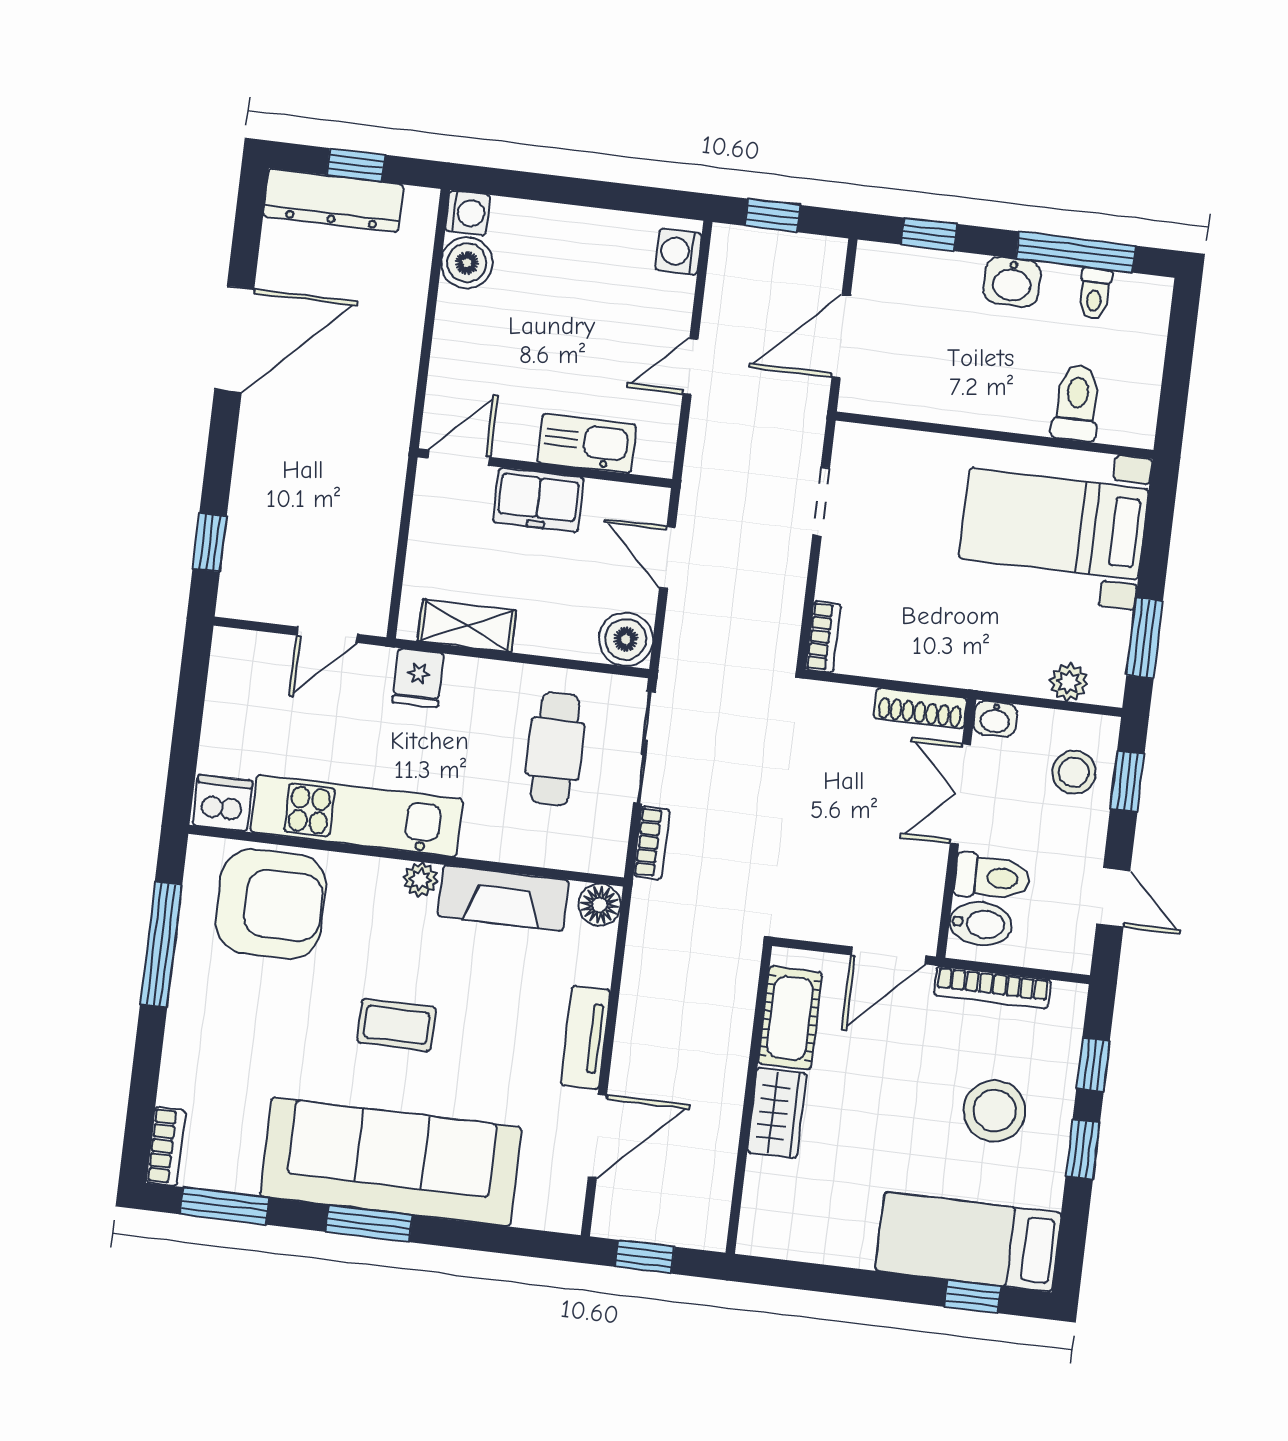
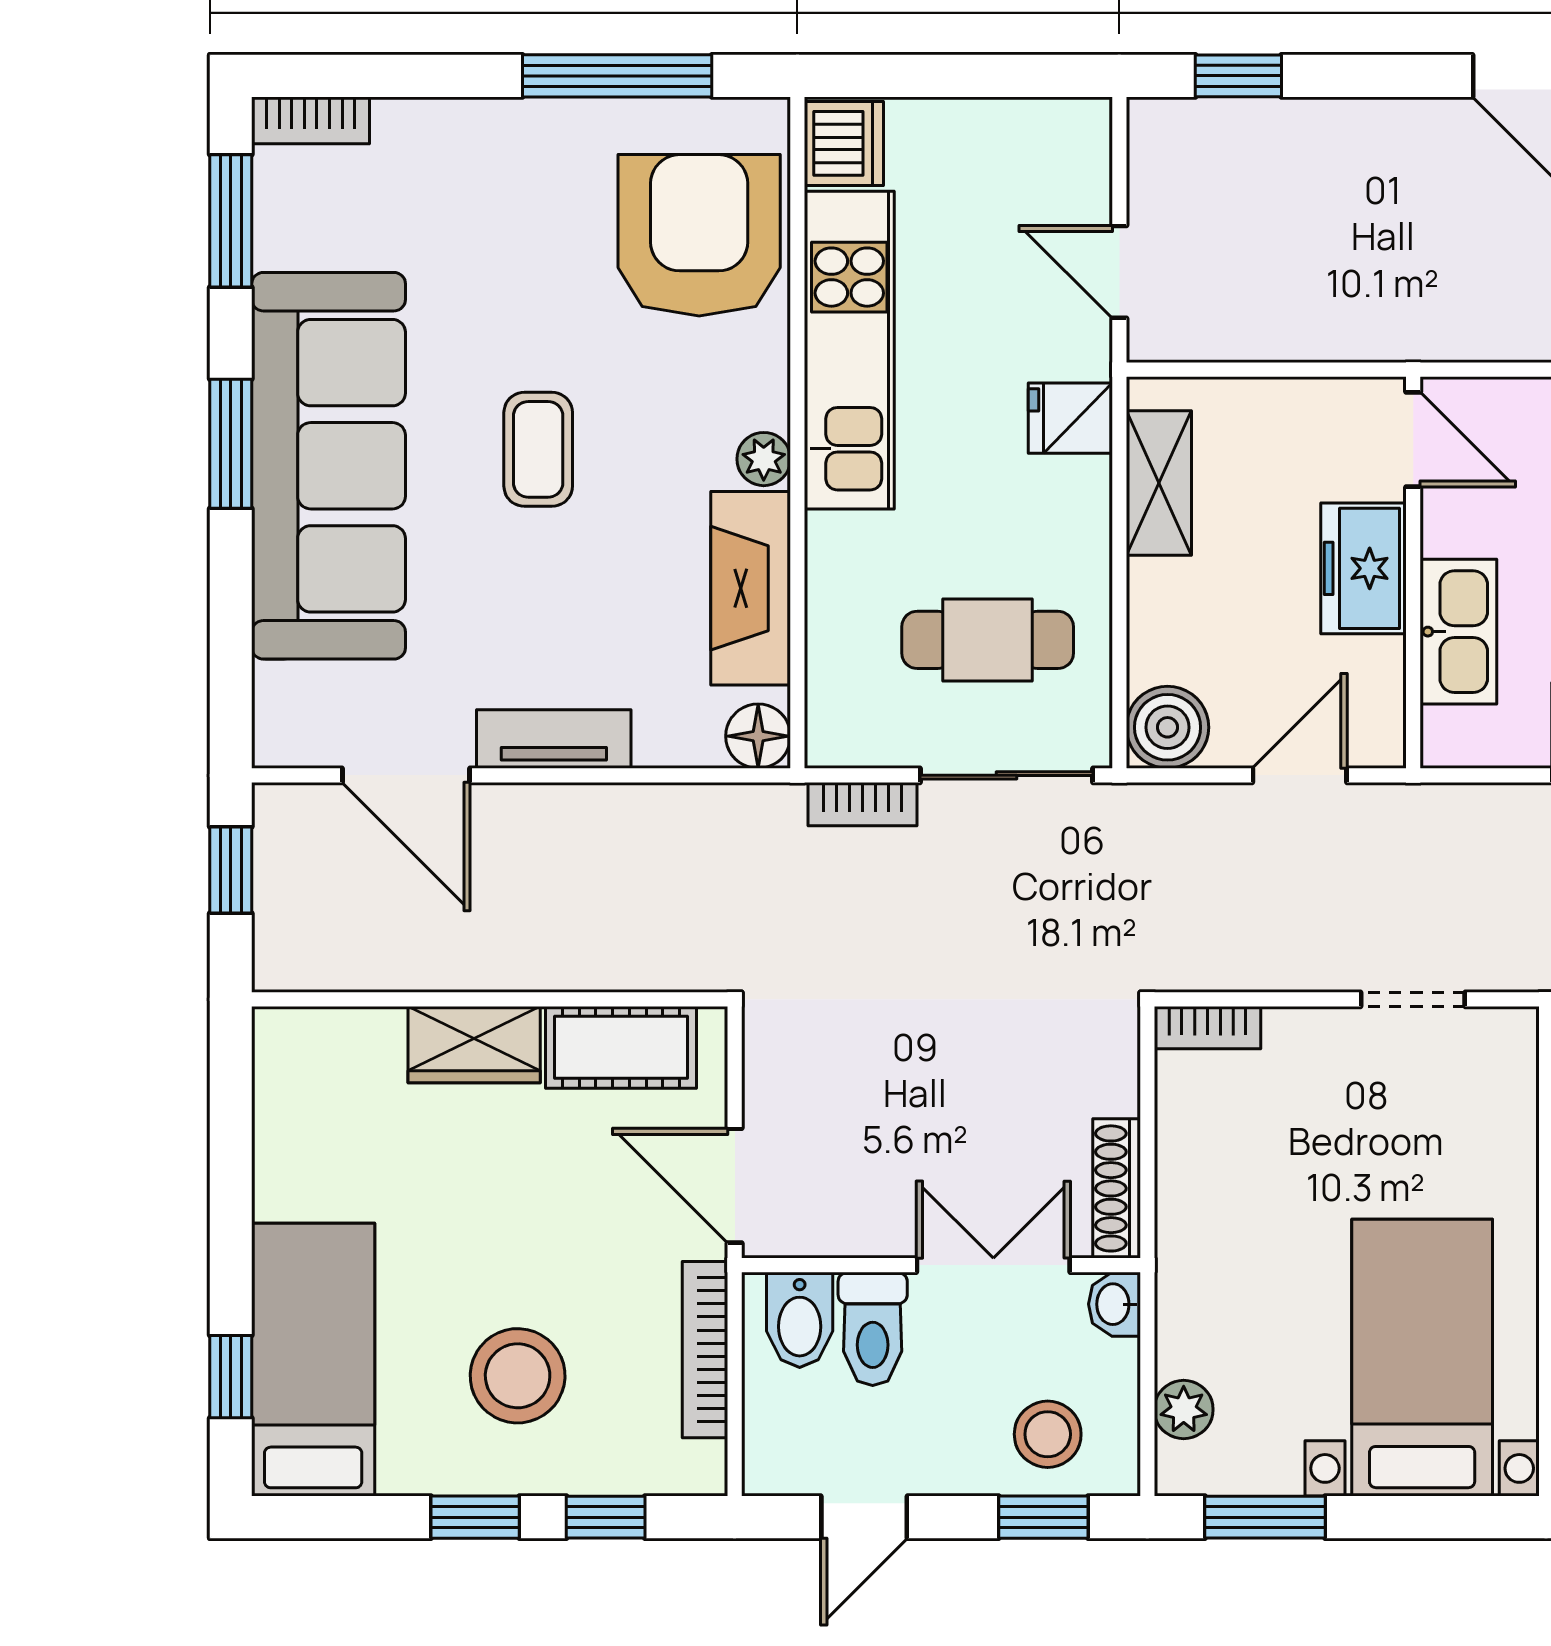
armchair: (271, 904) -> (699, 235), turned 180

